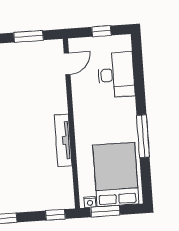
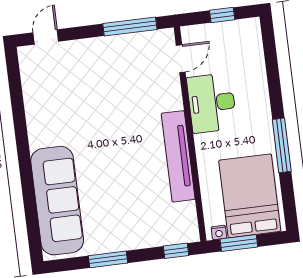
window: (28, 36) -> (130, 26), width x1.44
desk: (116, 75) -> (212, 103), moved, turned 180
tv unit: (63, 140) -> (178, 156), width x1.36, depth x1.29

